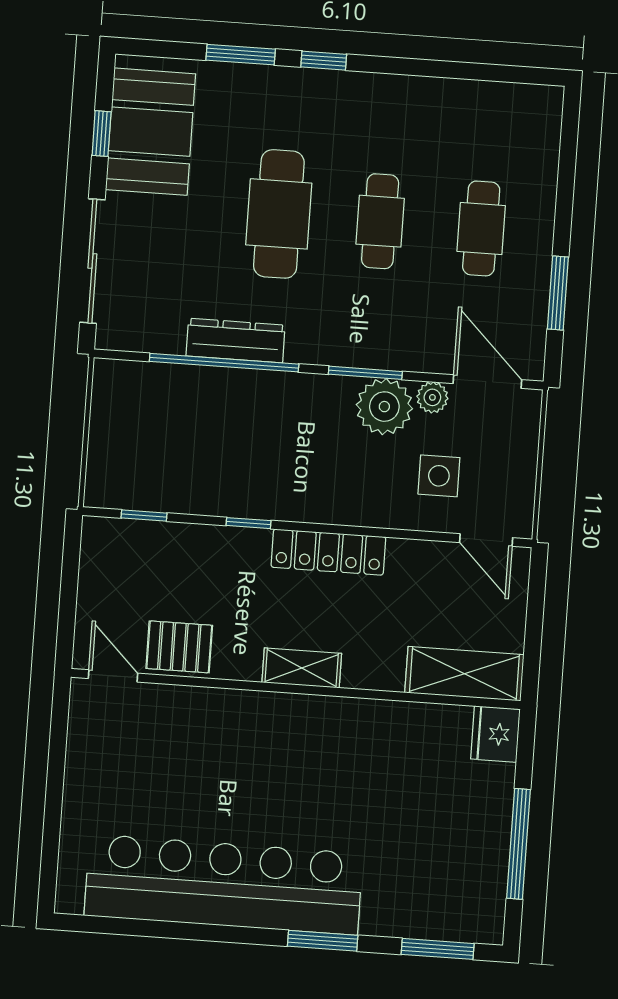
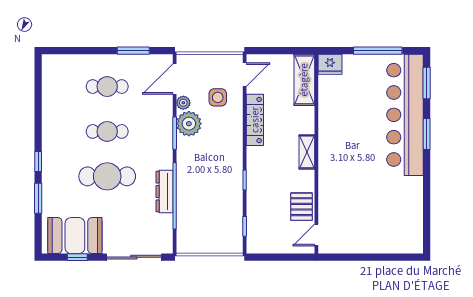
locker: (328, 552) -> (255, 120), moved
bar counter: (224, 885) -> (405, 115), moved

